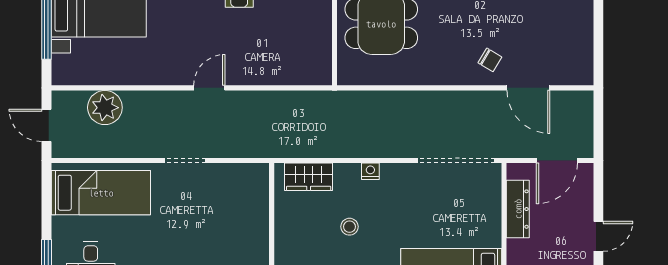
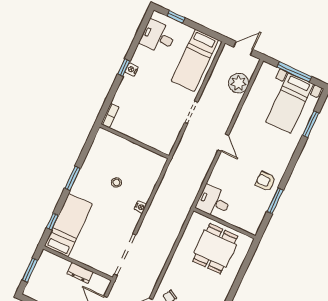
desk: (309, 60) -> (214, 202), added
wardrobe: (309, 177) -> (153, 173), removed
dresser: (518, 209) -> (80, 273), width x0.70

